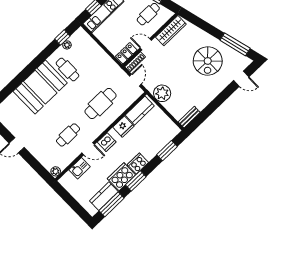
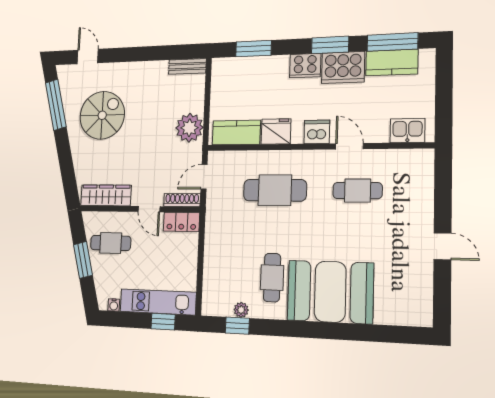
kitchen sink: (80, 168) -> (407, 130), moved
plant: (56, 171) -> (424, 157), removed

